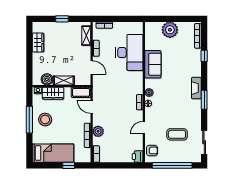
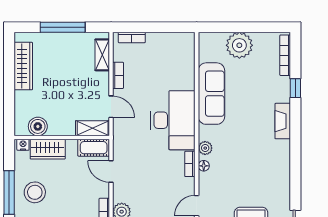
window: (62, 19) -> (63, 27), width x2.17
wardrobe: (38, 42) -> (23, 66), width x1.50
desk: (129, 52) -> (173, 120), moved
sofa: (153, 64) -> (211, 94), width x1.36
shelving: (64, 80) -> (93, 128), moved
fireplace: (196, 88) -> (283, 121), moved
window: (204, 100) -> (295, 160), removed

